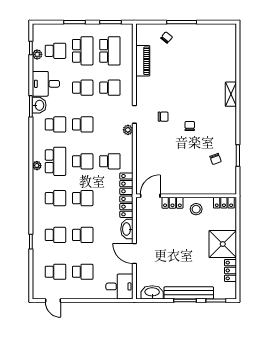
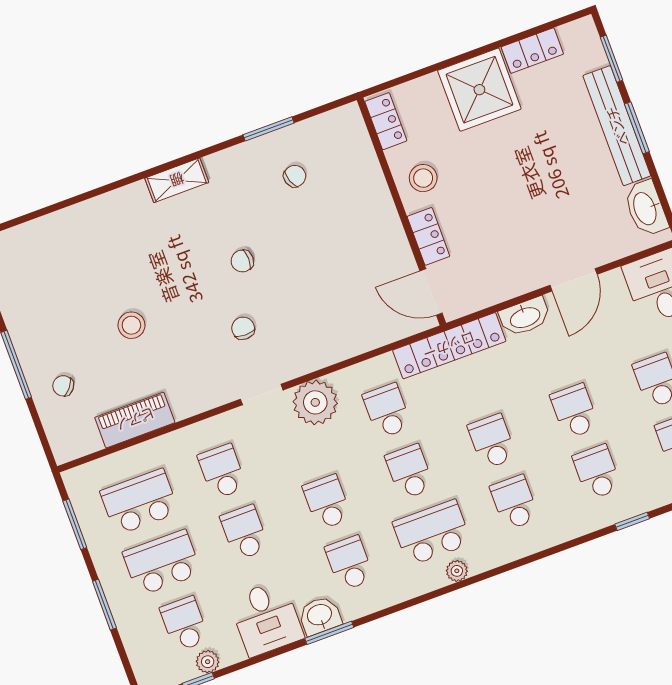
stool: (180, 73) -> (131, 325), added
shelving: (231, 94) -> (177, 180), moved
plant: (128, 130) -> (315, 402), width x1.87, depth x1.87

